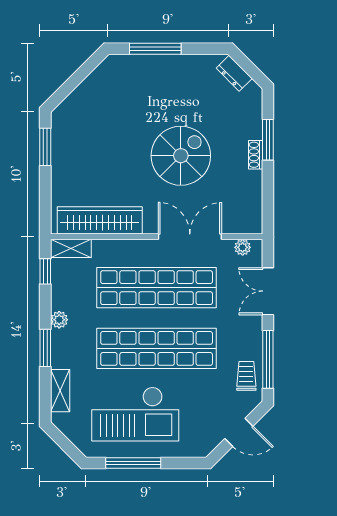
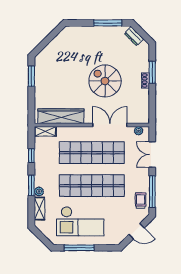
window: (155, 49) -> (108, 23), moved
spiral stairs: (181, 156) -> (105, 81), turned -90
window: (45, 271) -> (31, 156), moved
plant: (59, 320) -> (39, 191), moved

